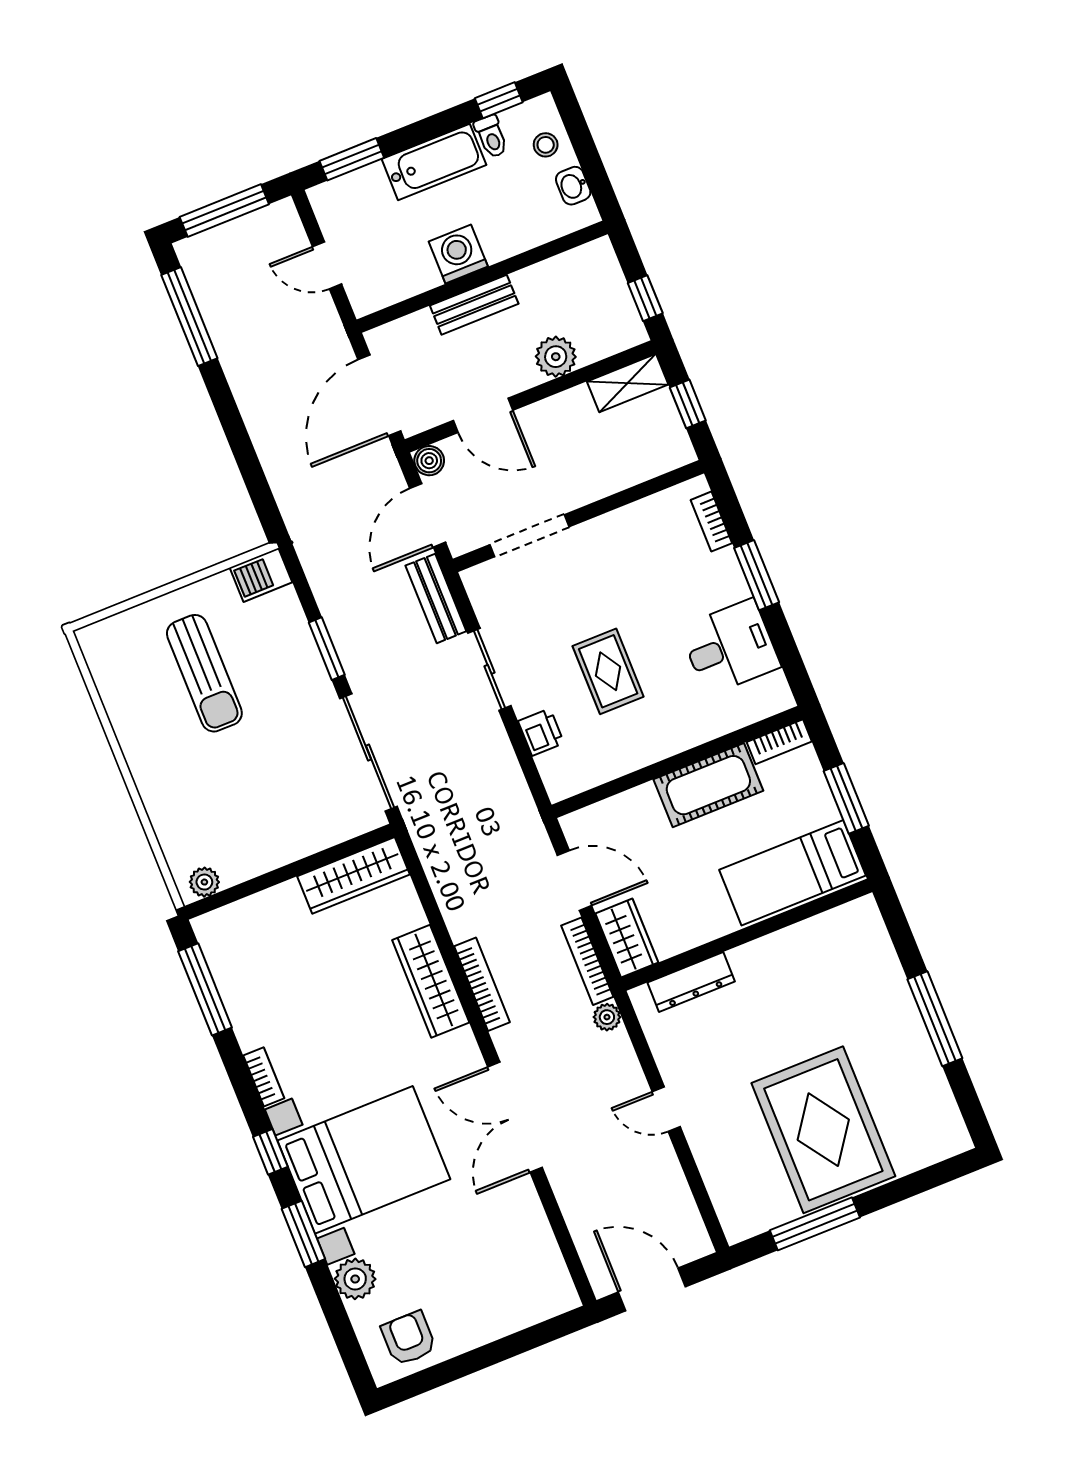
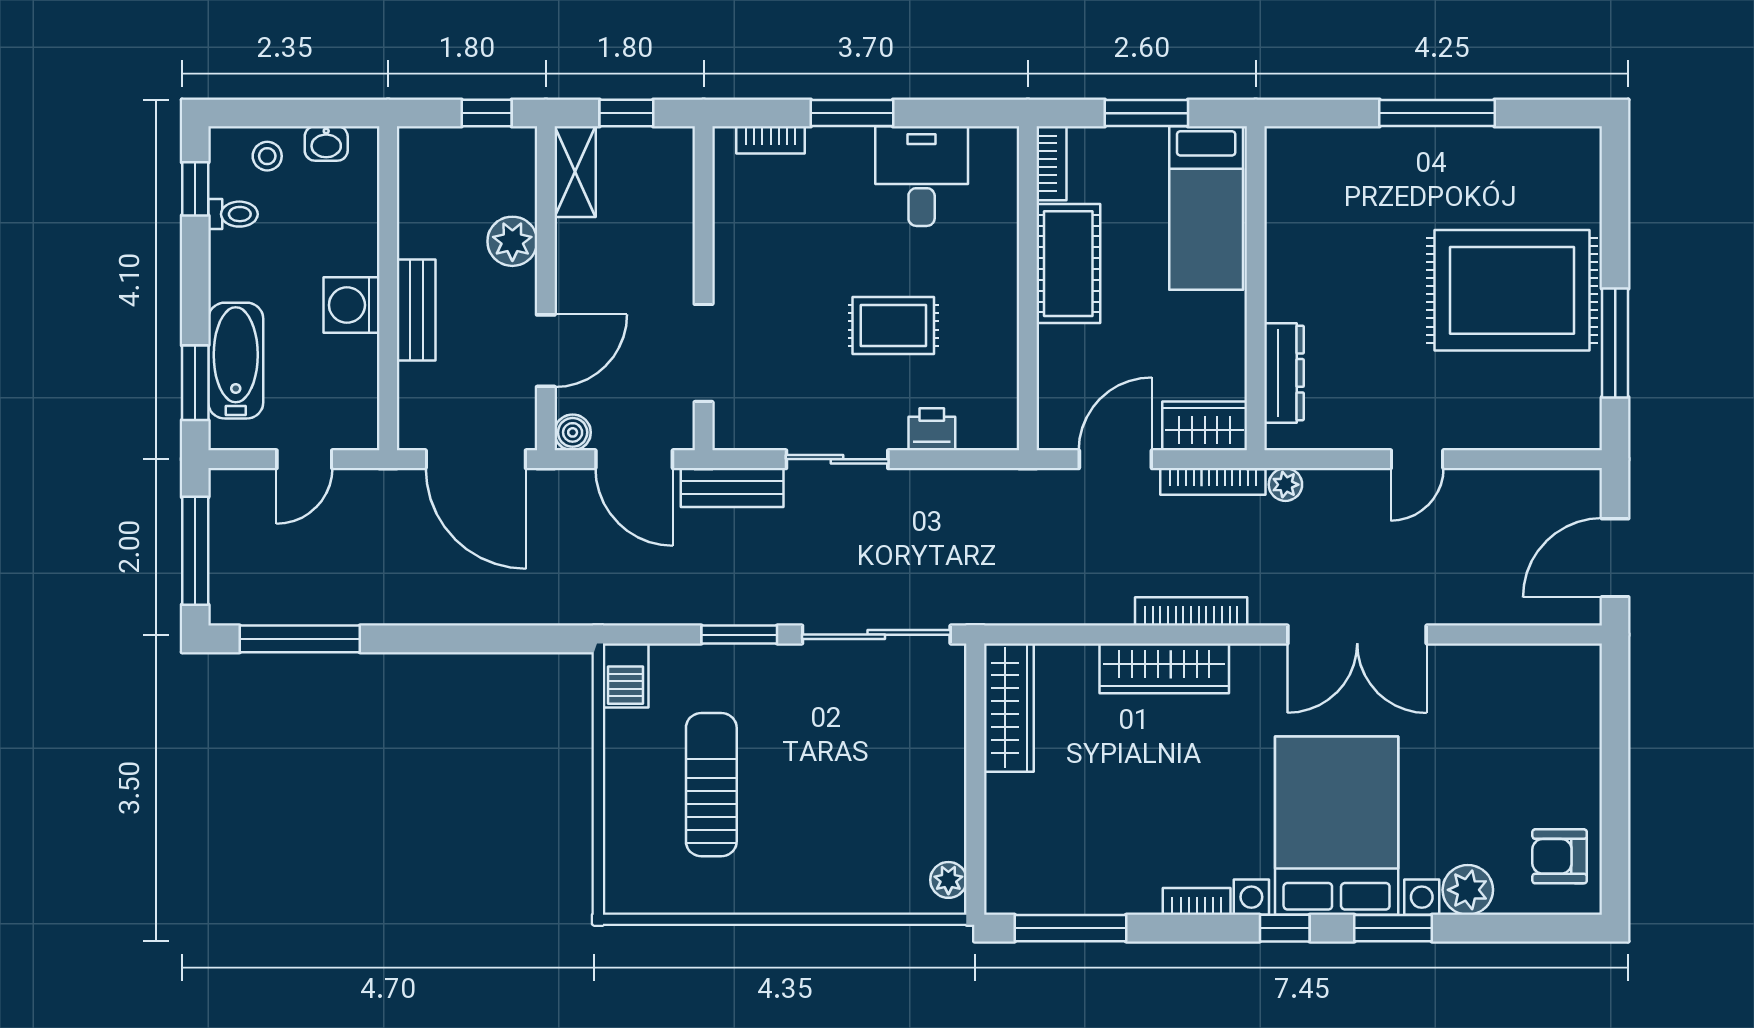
bathtub: (434, 162) -> (236, 361), moved
sun lounger: (204, 673) -> (711, 785), turned -90

